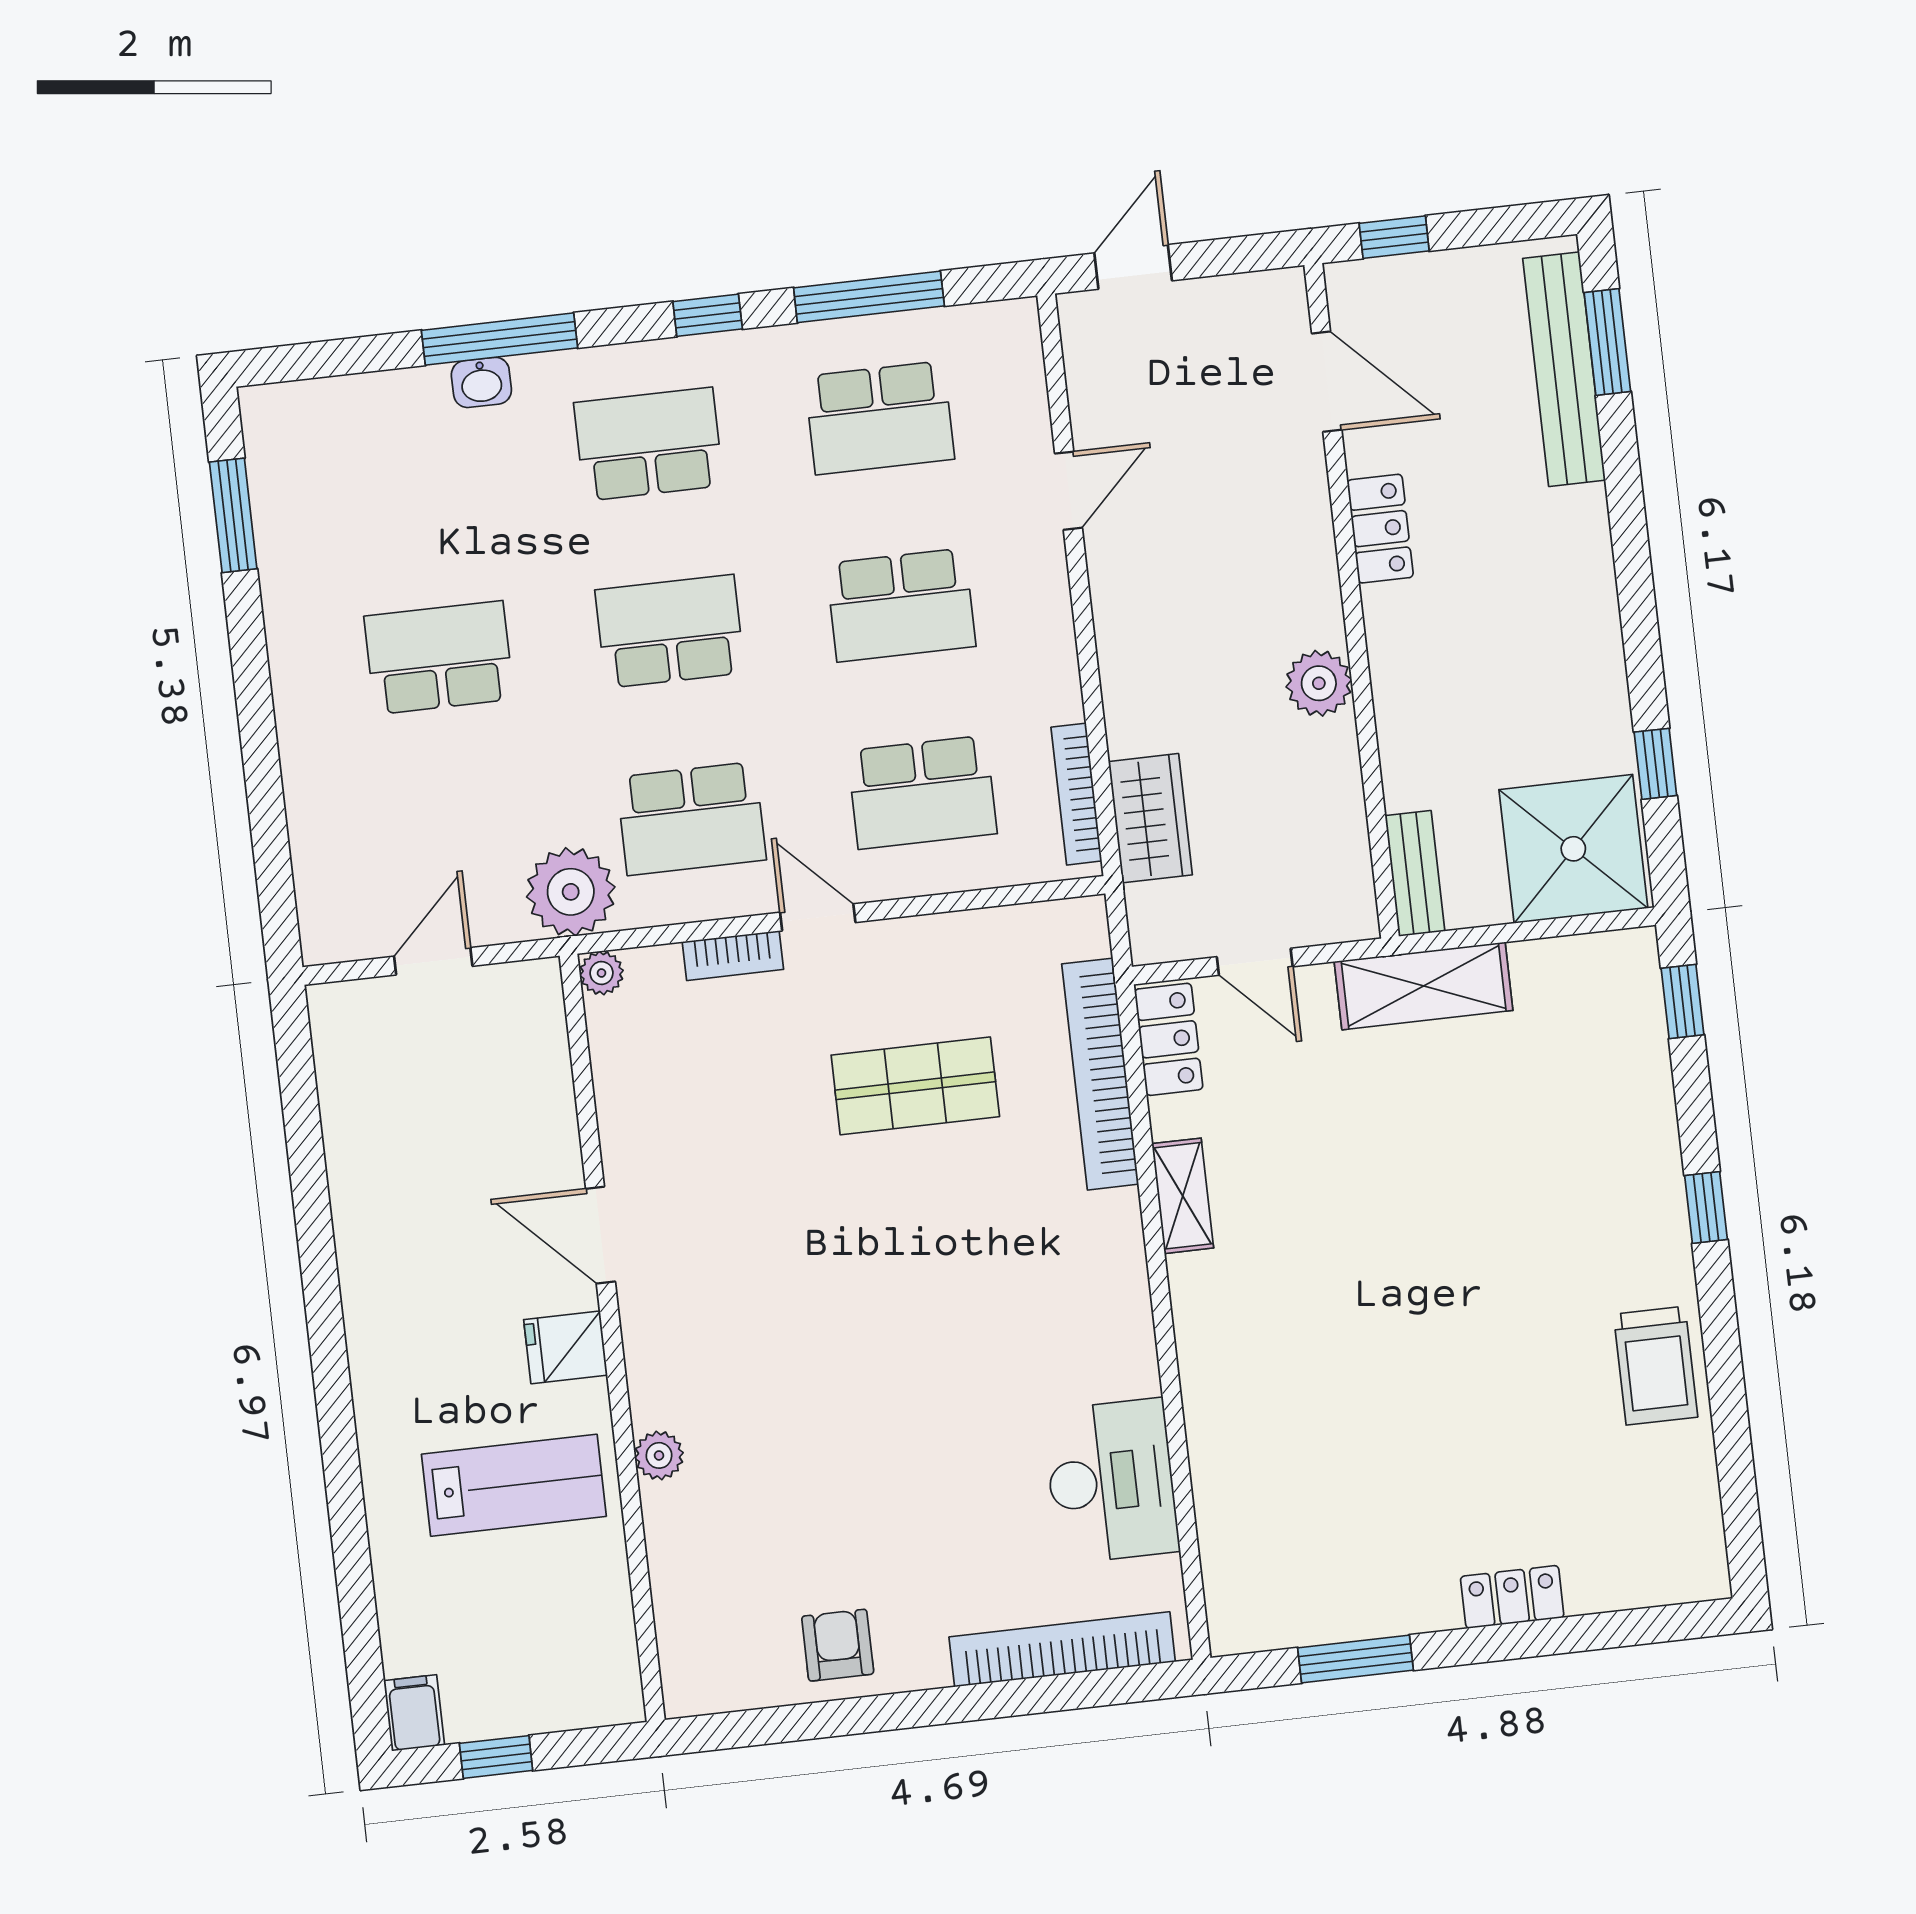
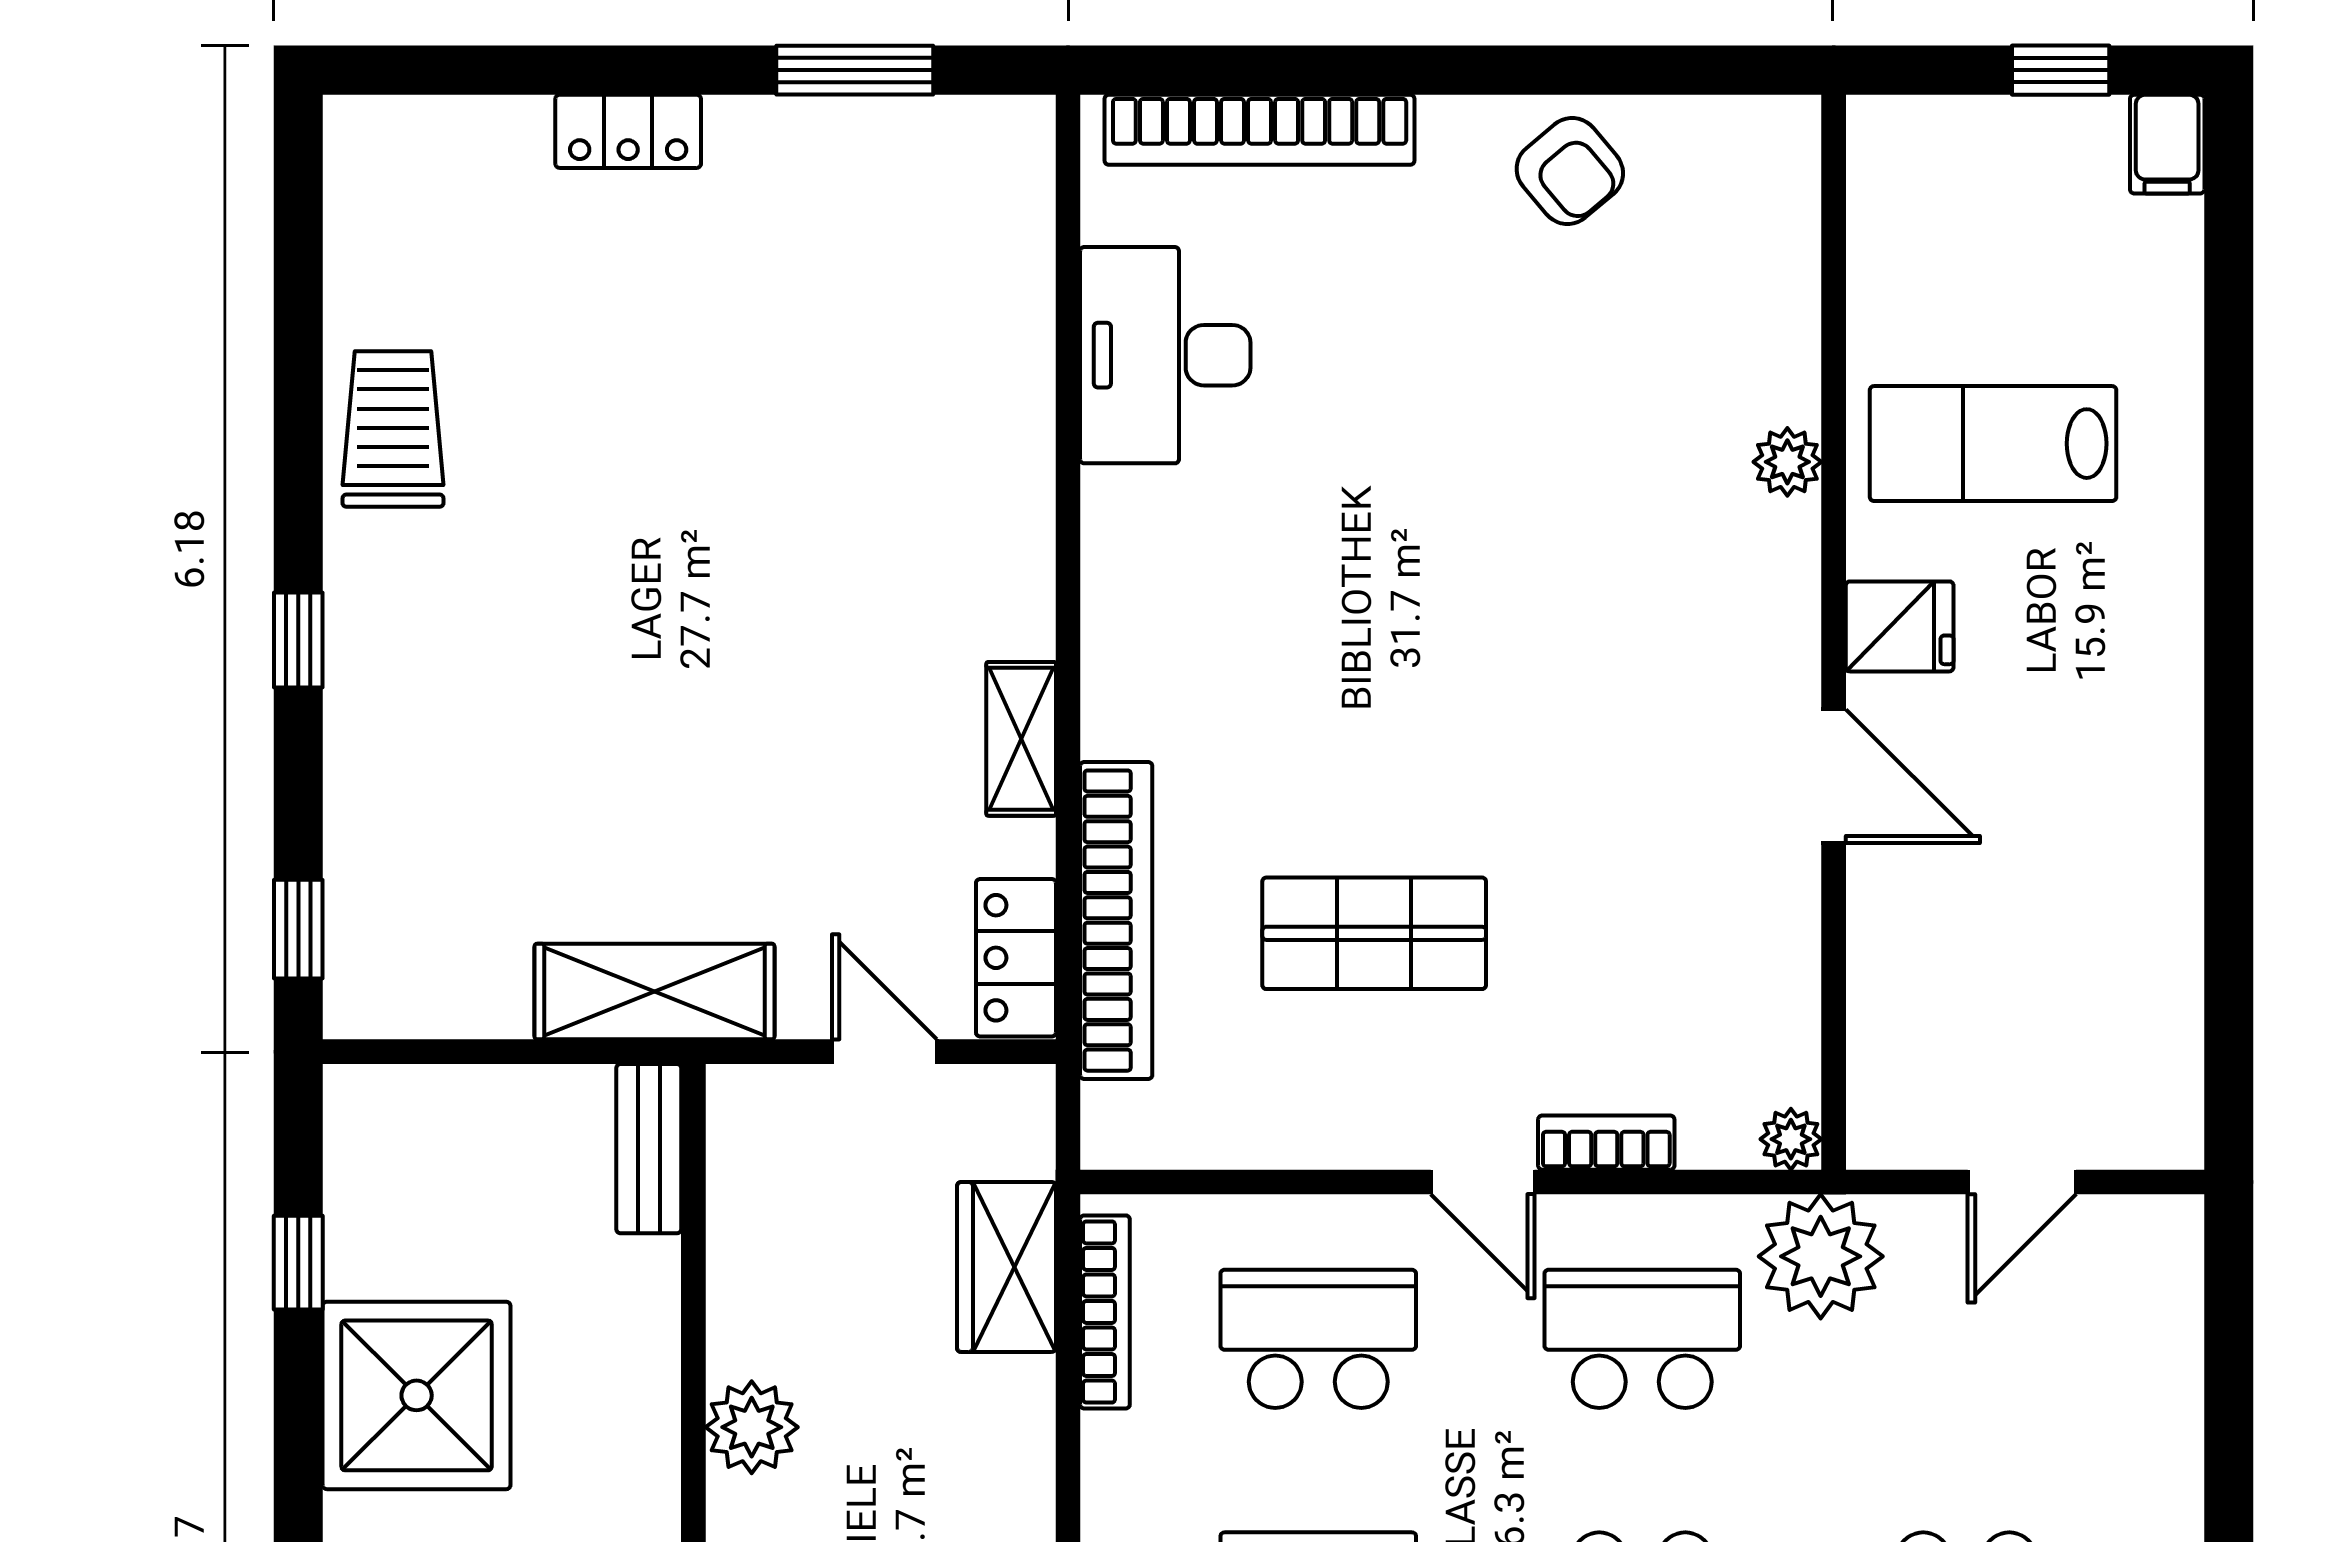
shower: (1573, 849) -> (417, 1395), moved
armchair: (838, 1645) -> (1570, 171), turned -40

